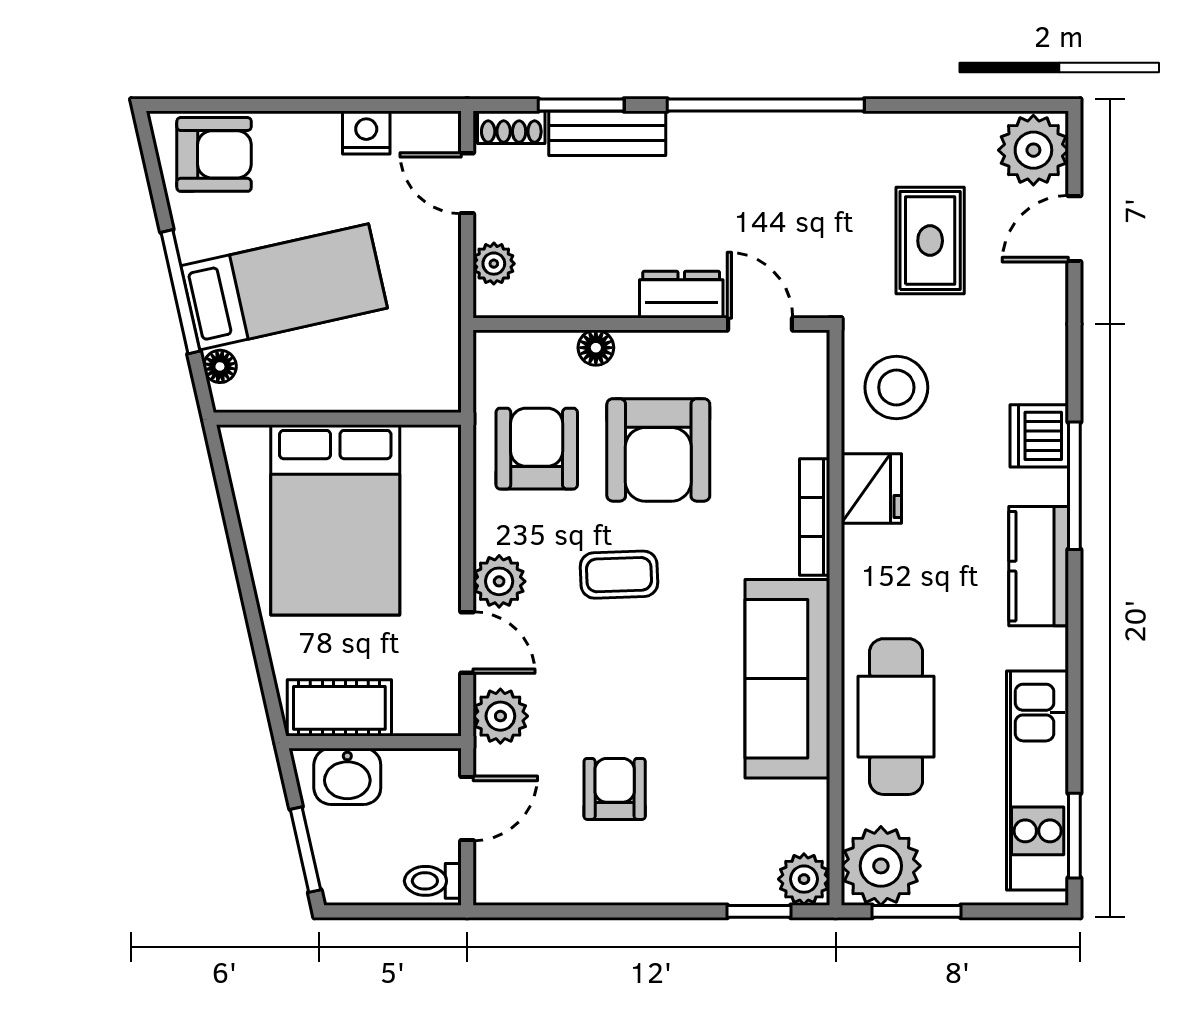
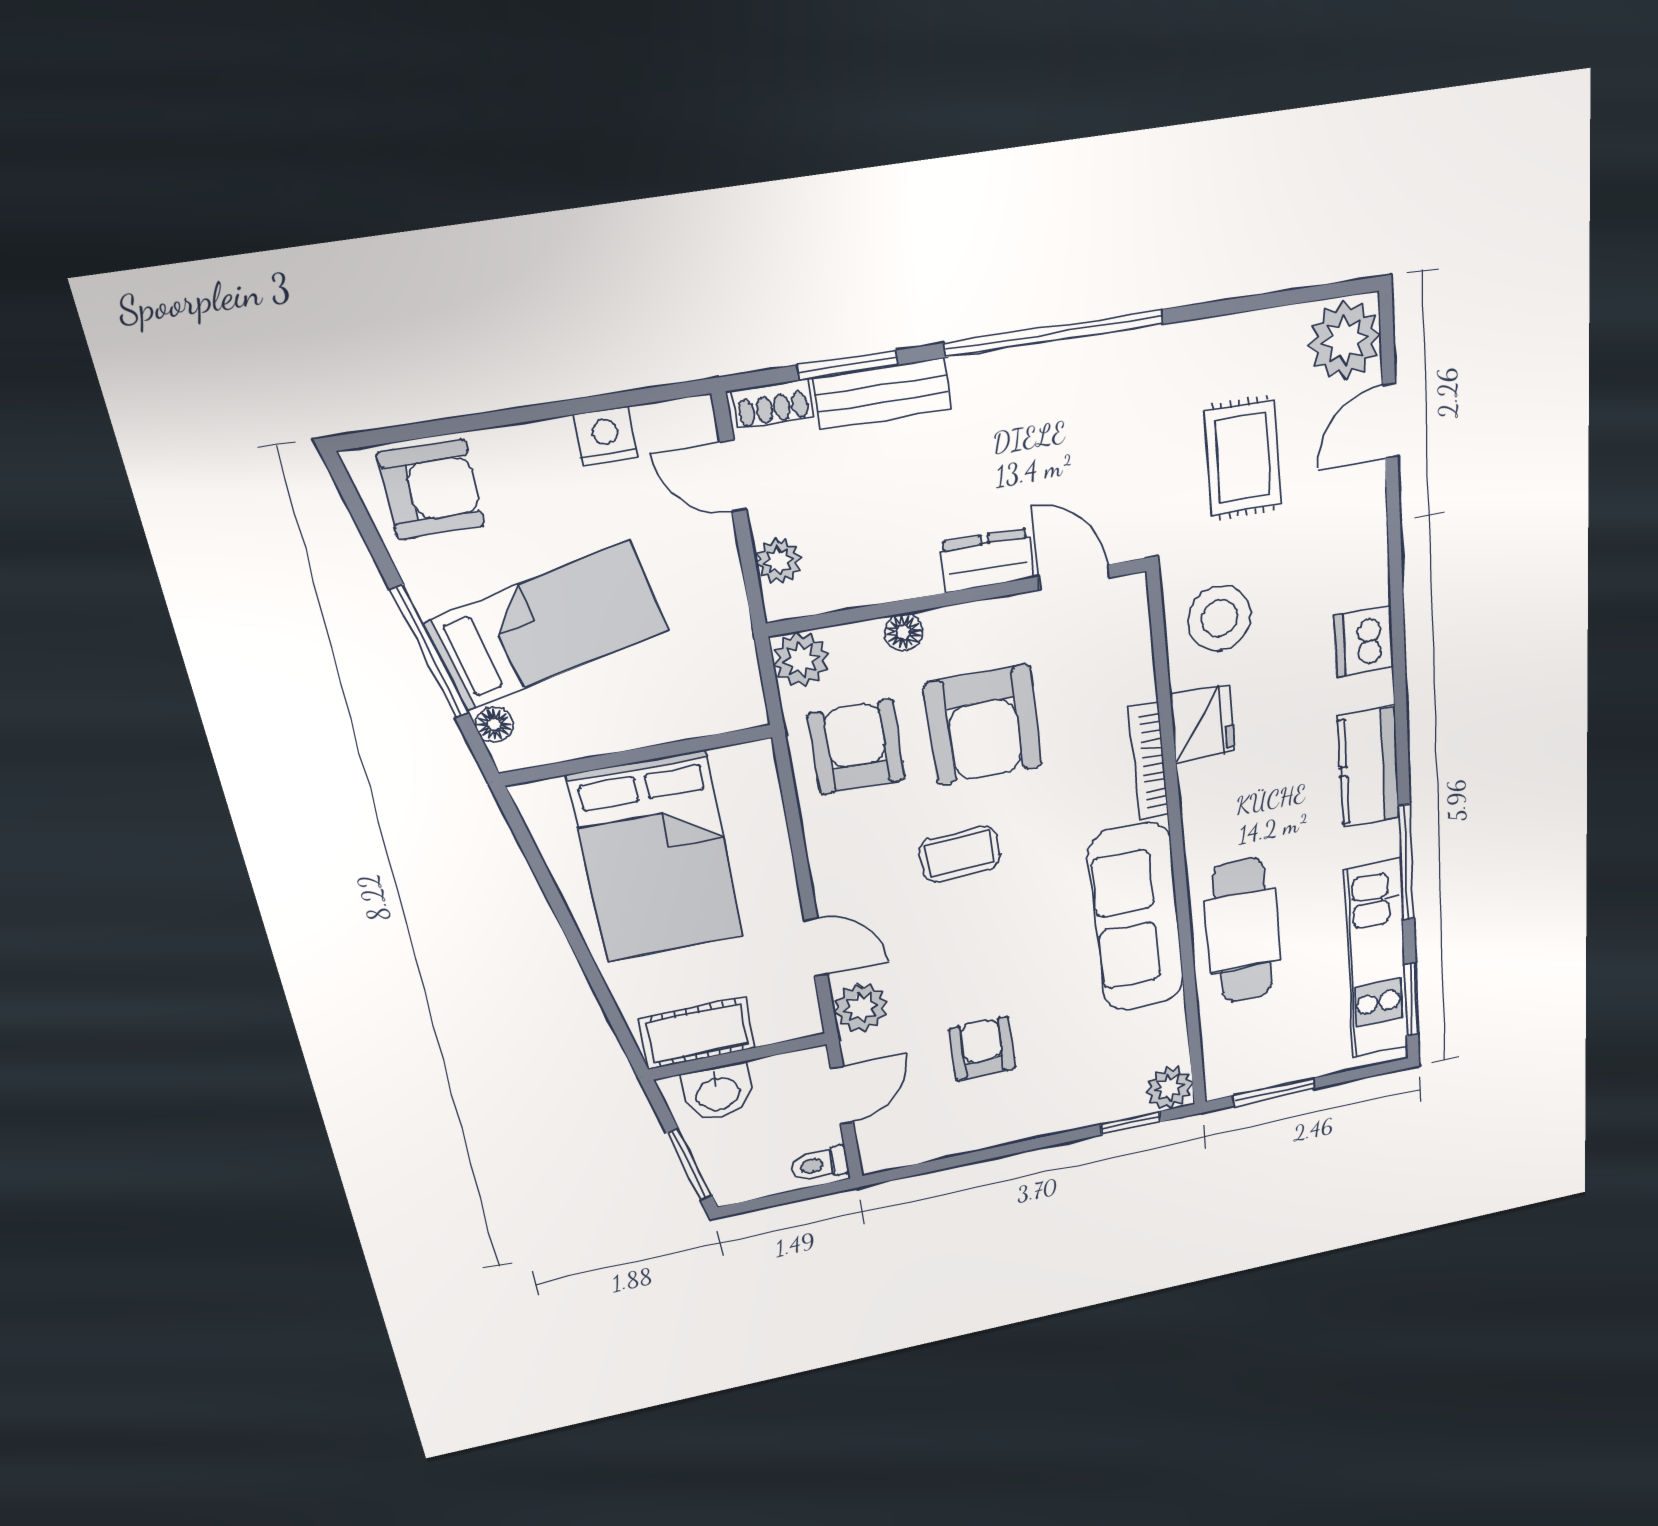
window: (1074, 486) -> (1406, 862), moved
plant: (499, 581) -> (801, 659), moved
plant: (881, 866) -> (1239, 1062), removed

